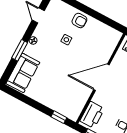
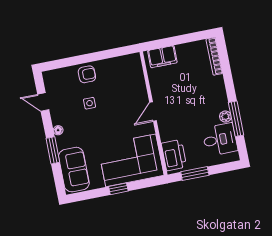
door: (101, 77) -> (153, 112), width x0.53
corner sofa: (63, 96) -> (131, 160), added
window: (59, 117) -> (118, 189), moved

